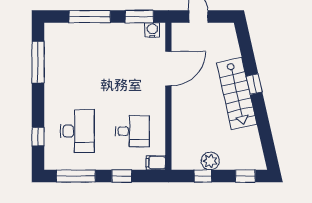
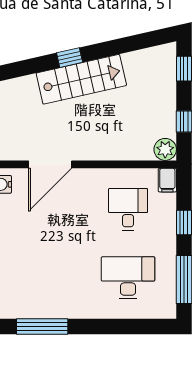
door: (168, 69) -> (50, 164), swing flipped
window: (38, 137) -> (135, 327), removed
plant: (210, 161) -> (165, 149), moved

